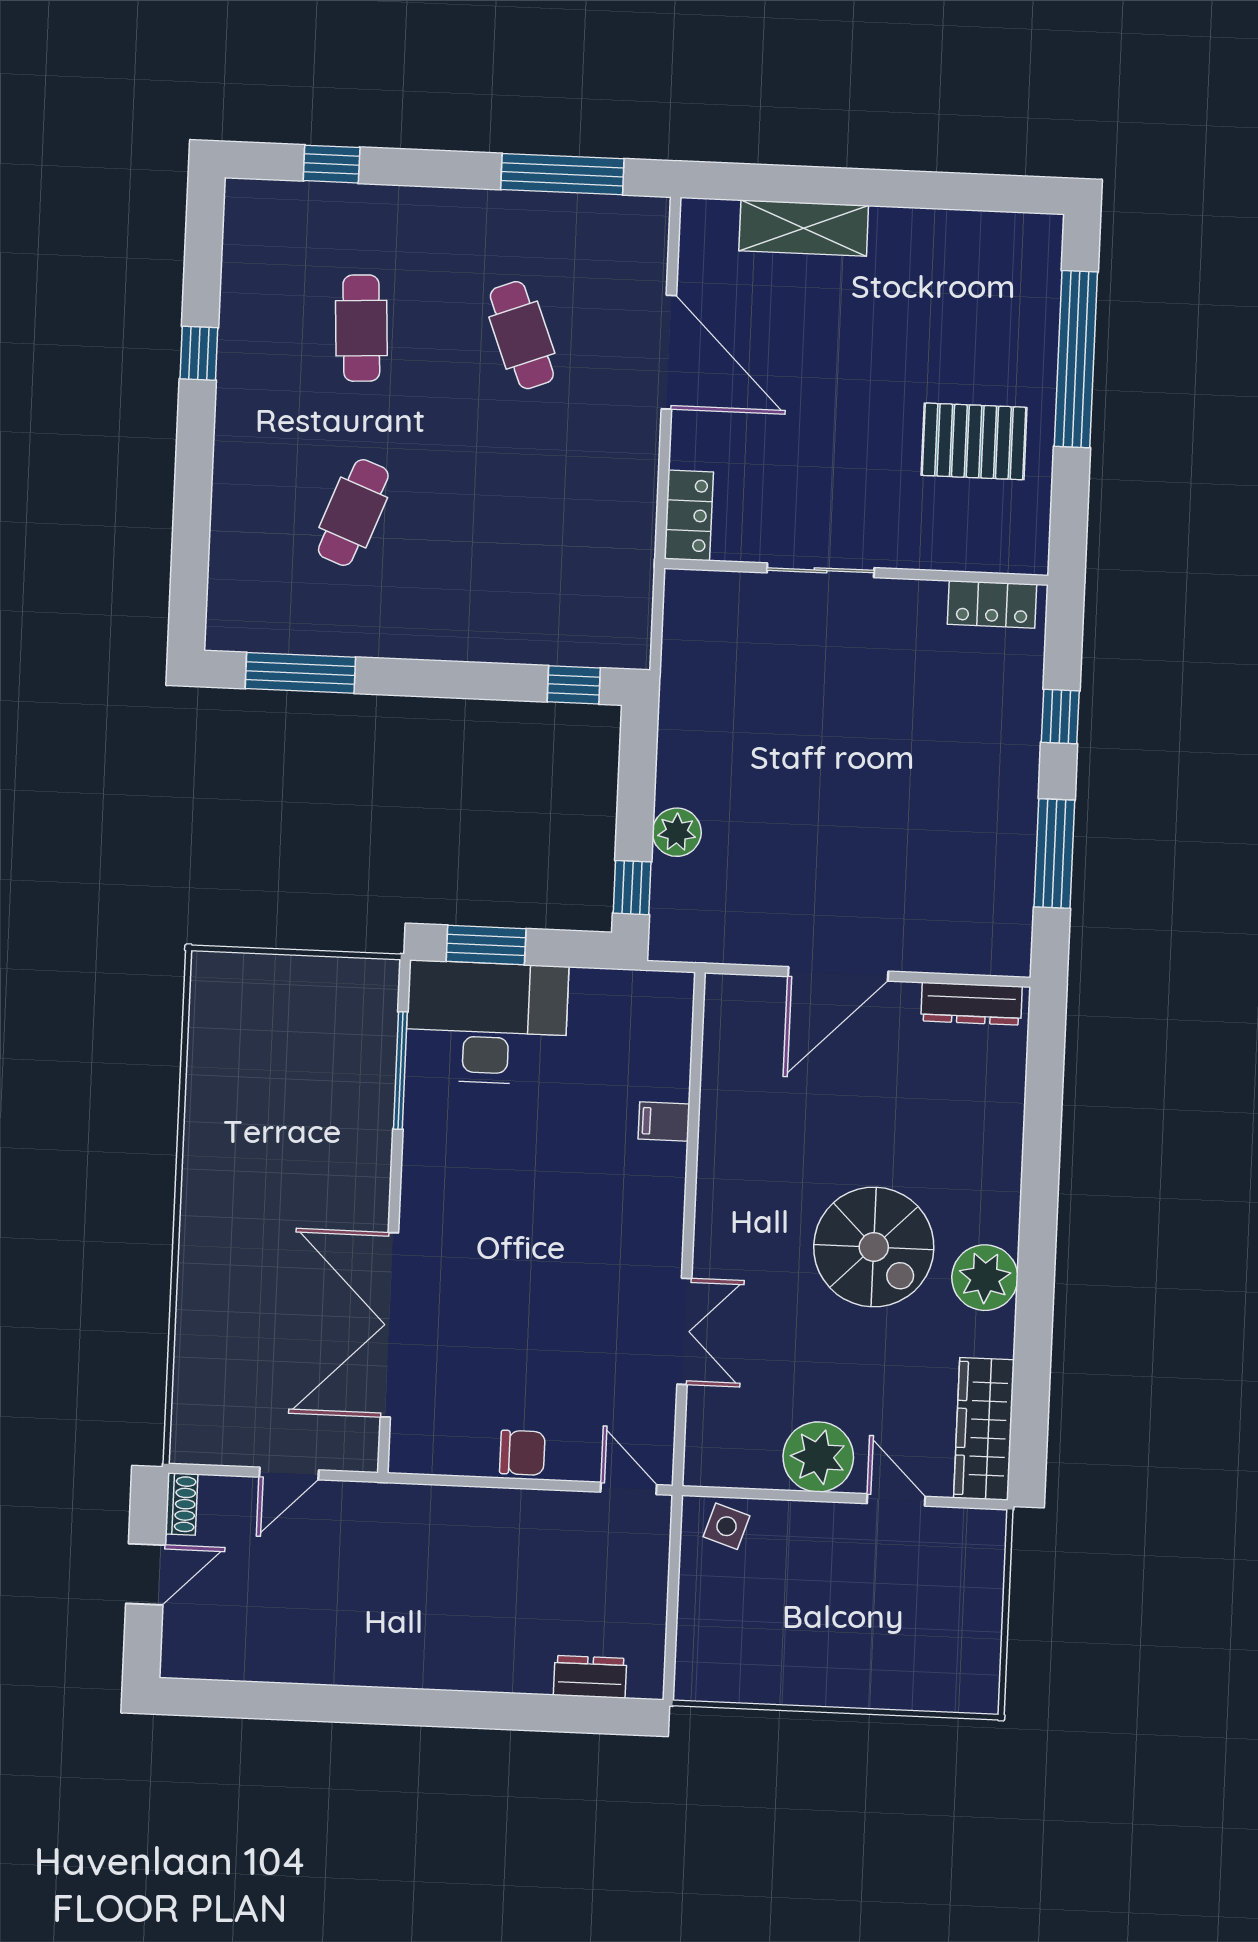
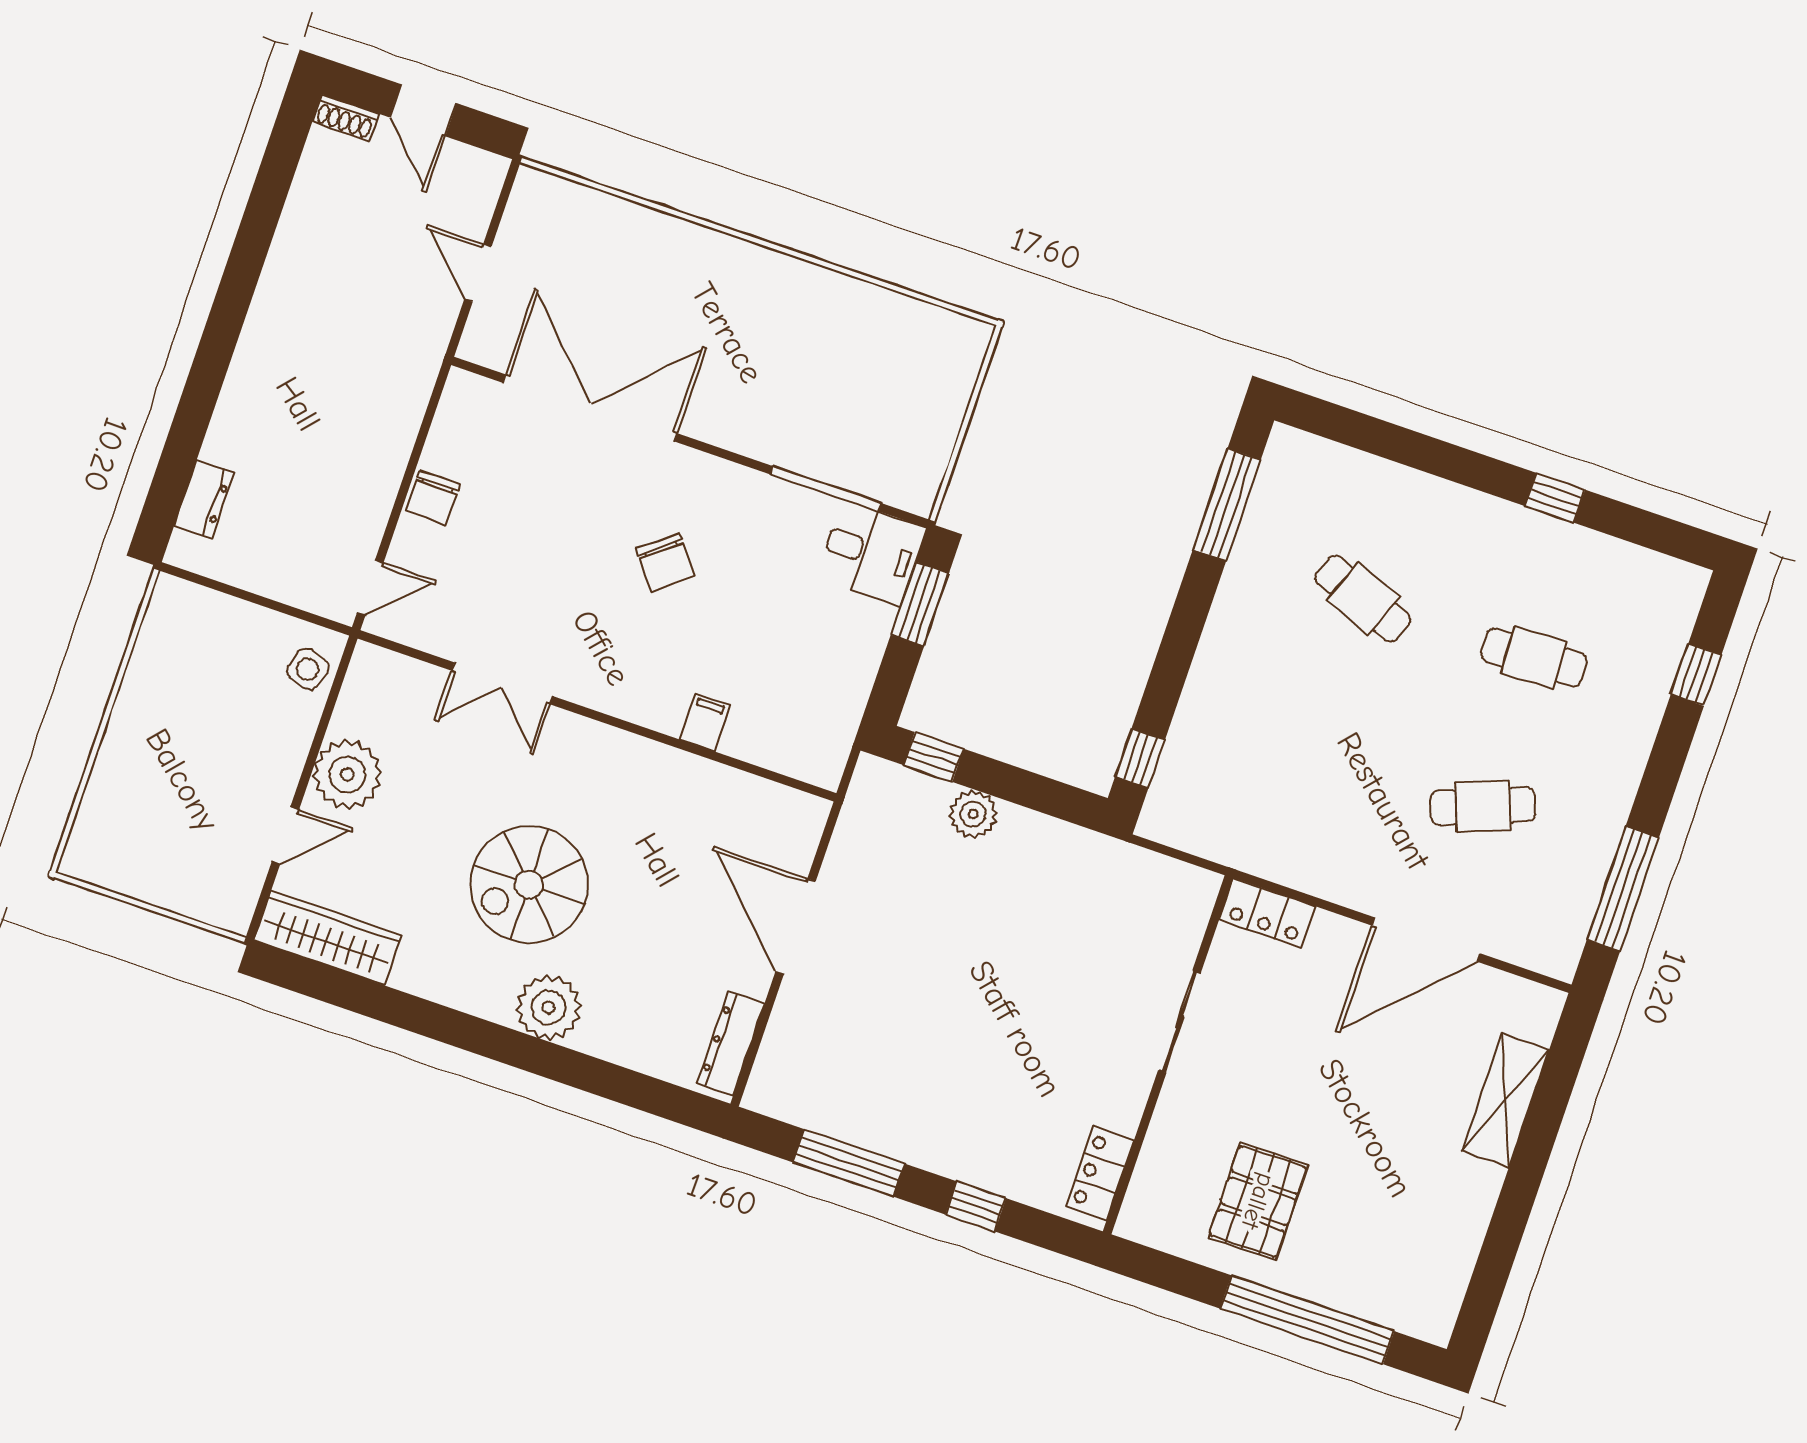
desk: (487, 1023) -> (871, 553), width x0.53, depth x0.77
chair: (519, 1206) -> (665, 562), added
plant: (985, 1278) -> (549, 1007), moved
shoe rack: (182, 1504) -> (345, 118), moved

